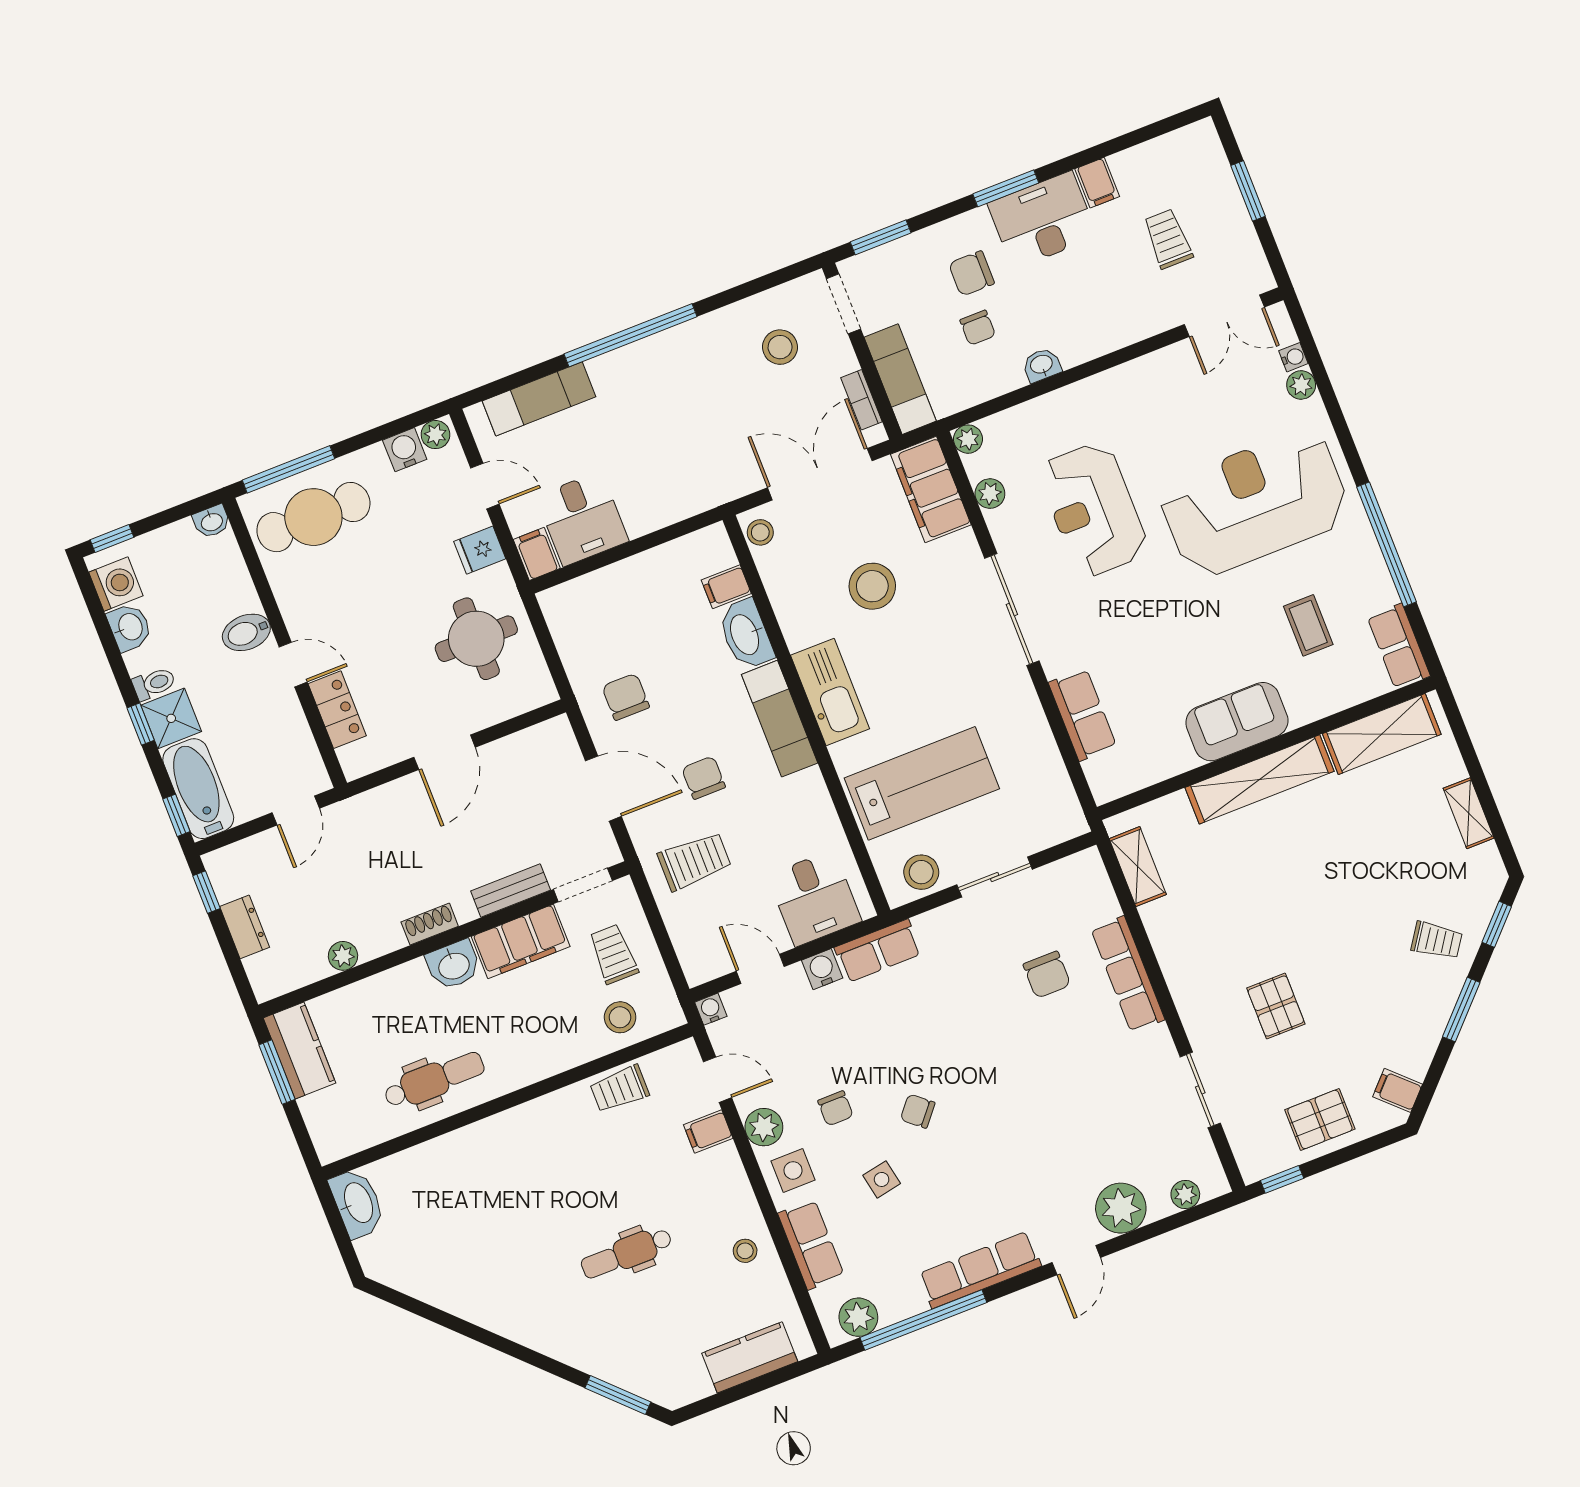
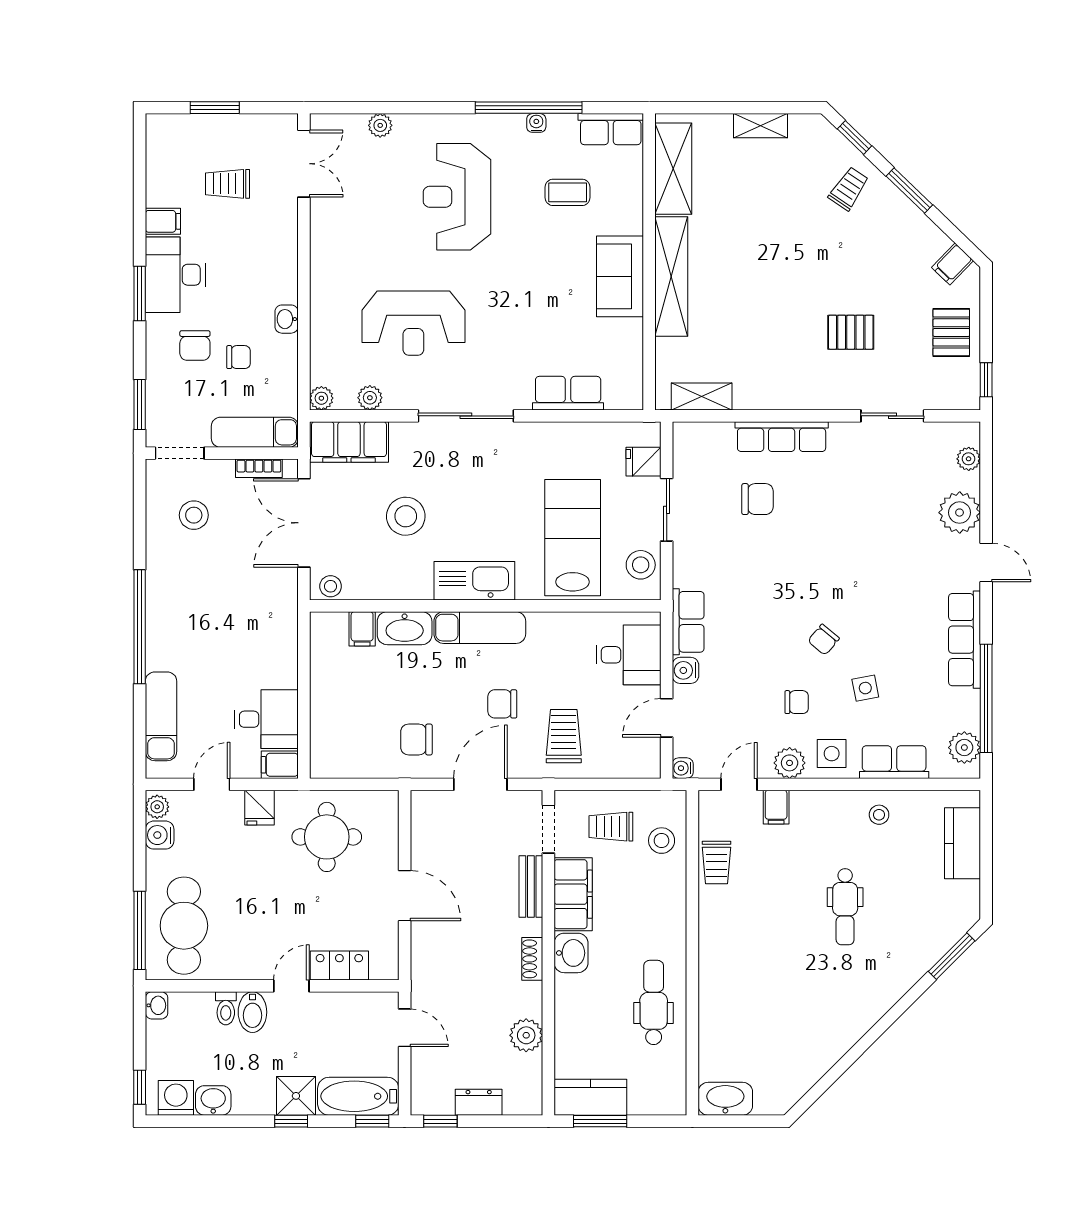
water cooler: (1293, 357) -> (536, 123), moved
reception desk: (1255, 503) -> (457, 197), width x0.74, depth x0.77
toilet: (154, 684) -> (226, 1008), moved, turned 180
fridge: (1039, 830) -> (643, 462), added
plant: (343, 956) -> (526, 1035), width x1.38, depth x1.38

